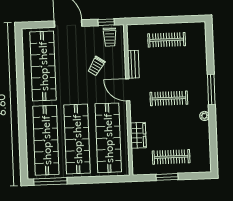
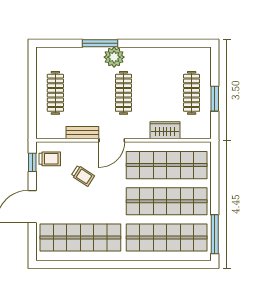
window: (211, 89) -> (100, 43), moved
plant: (204, 116) -> (114, 57), moved, width x1.87, depth x1.87

